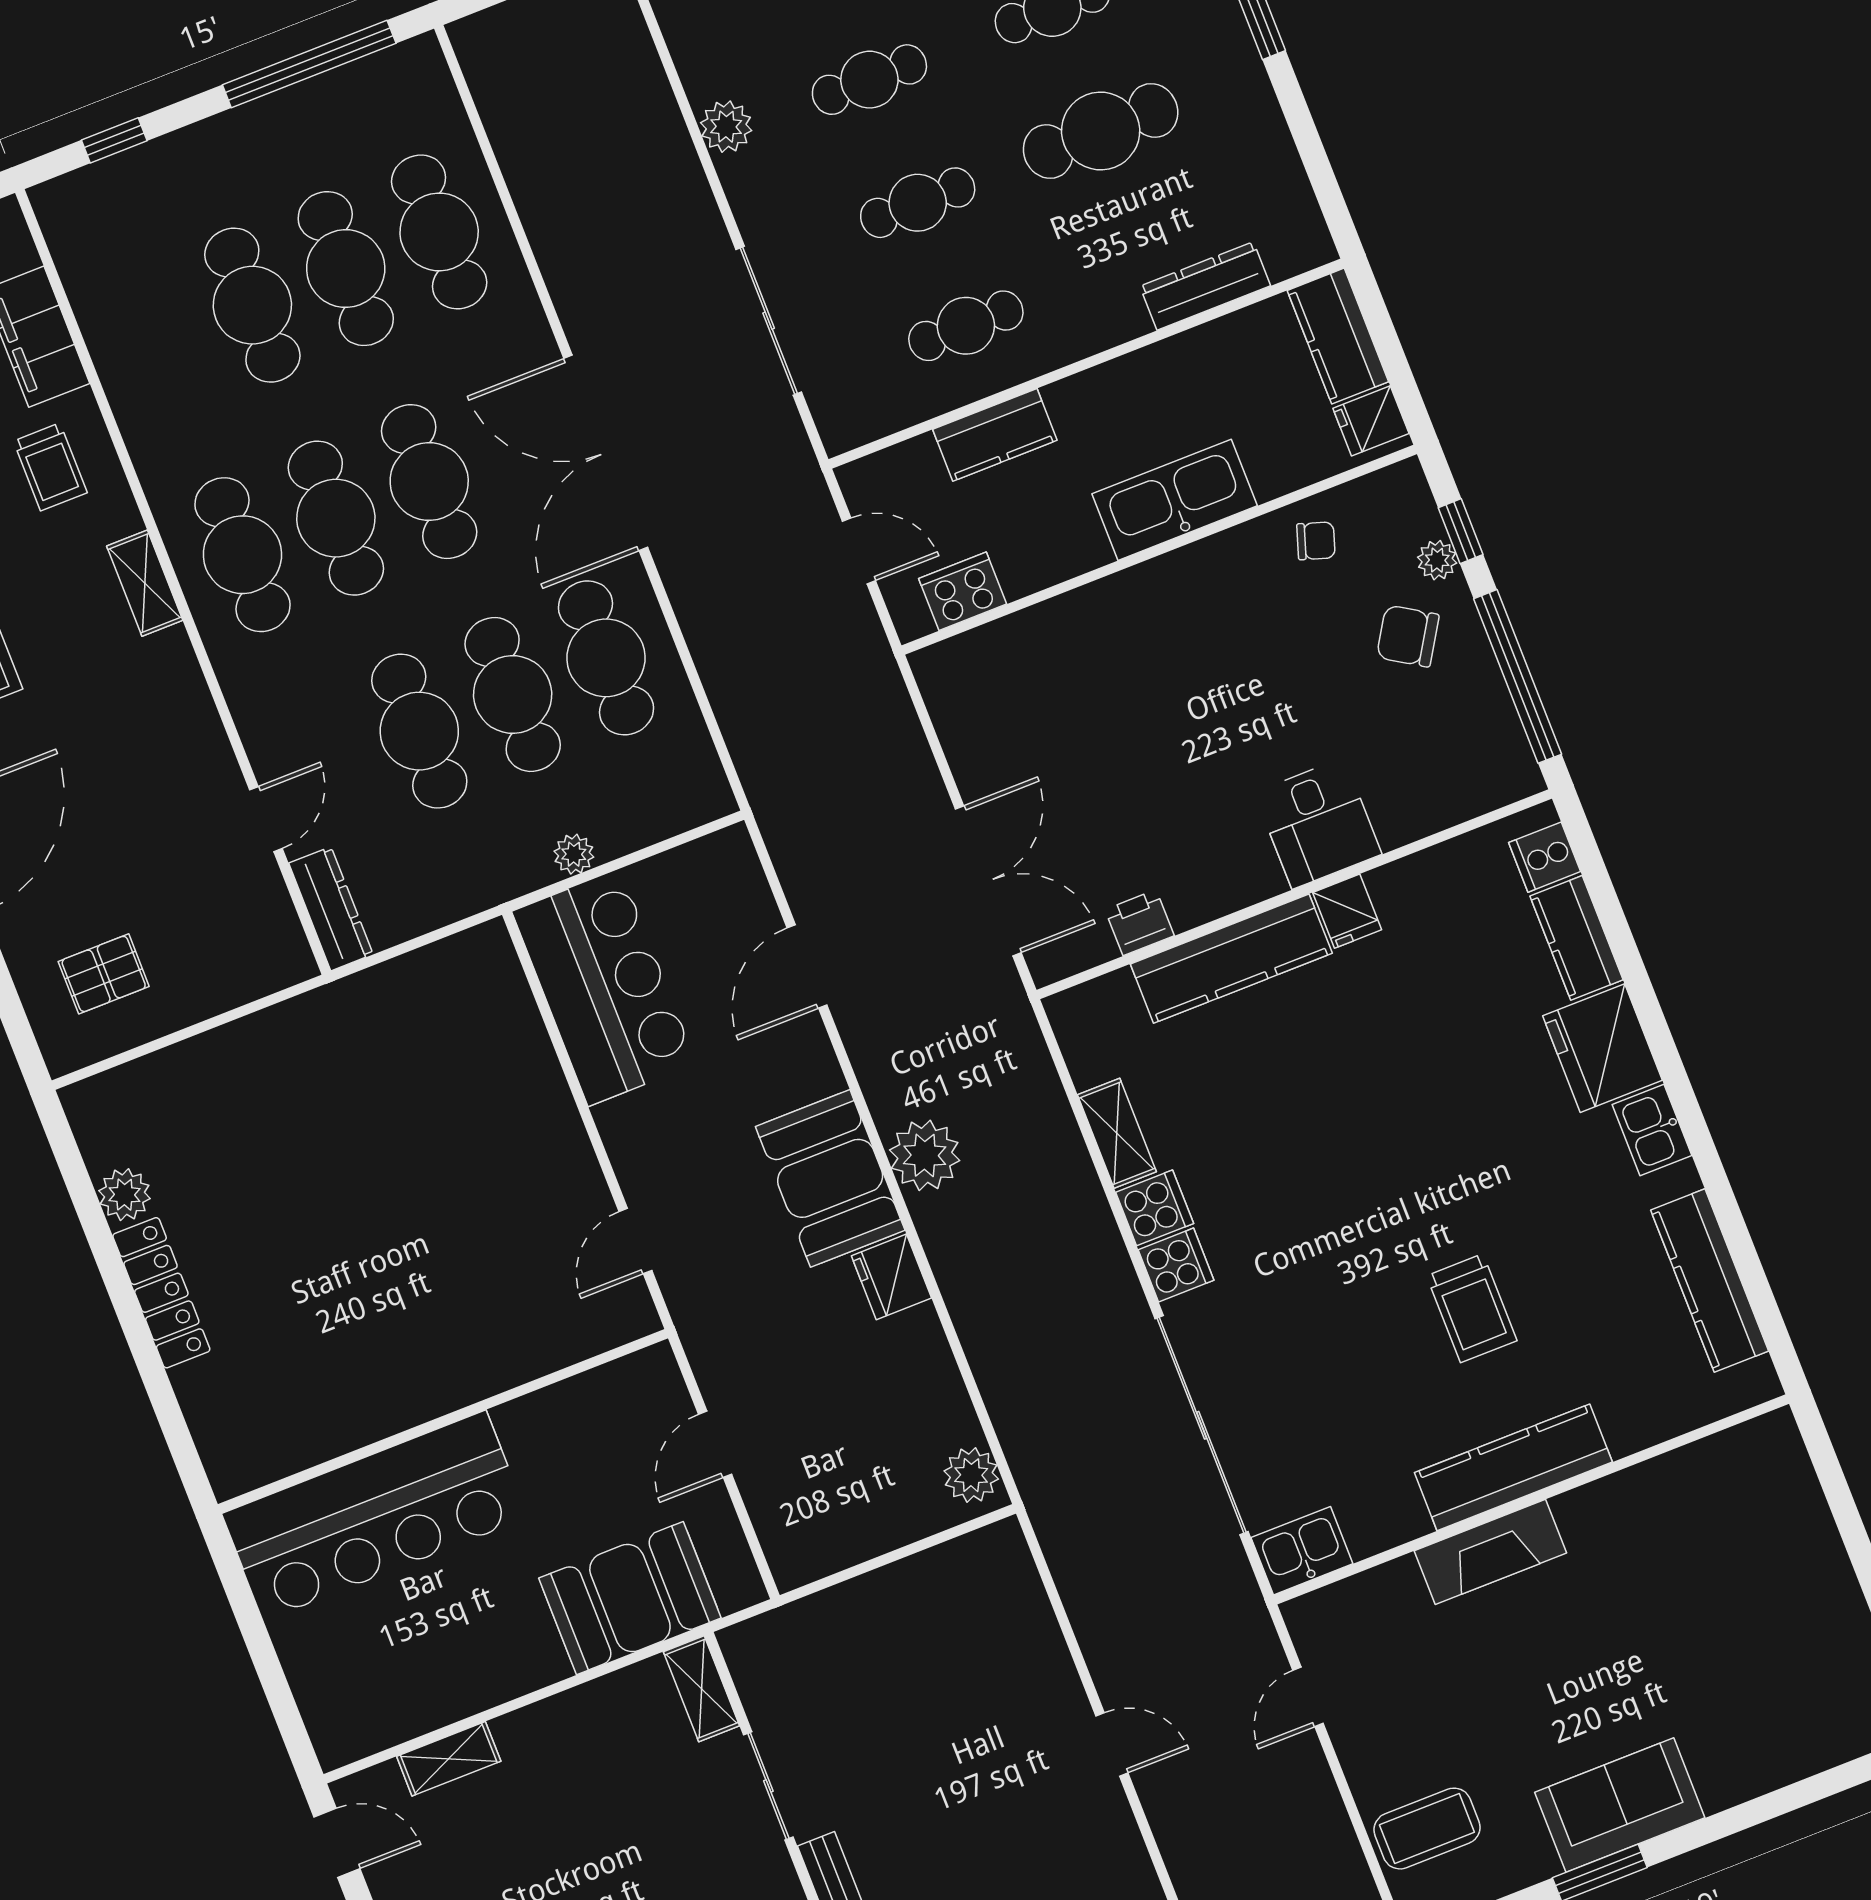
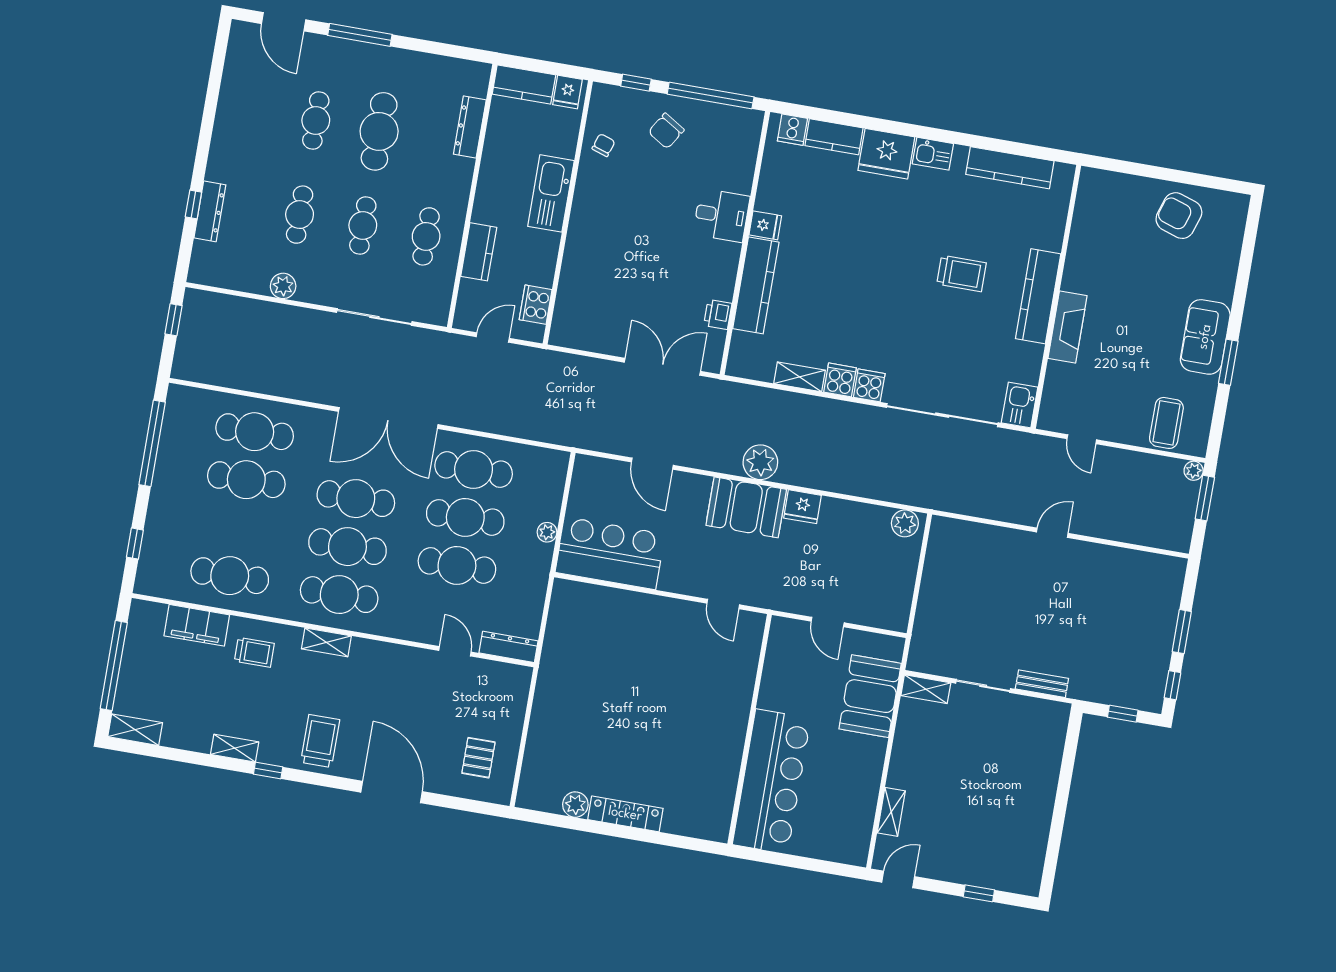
cafe table: (252, 305) -> (230, 576), moved
plant: (1437, 560) -> (642, 100), removed
armchair: (1806, 1629) -> (1179, 216), added

